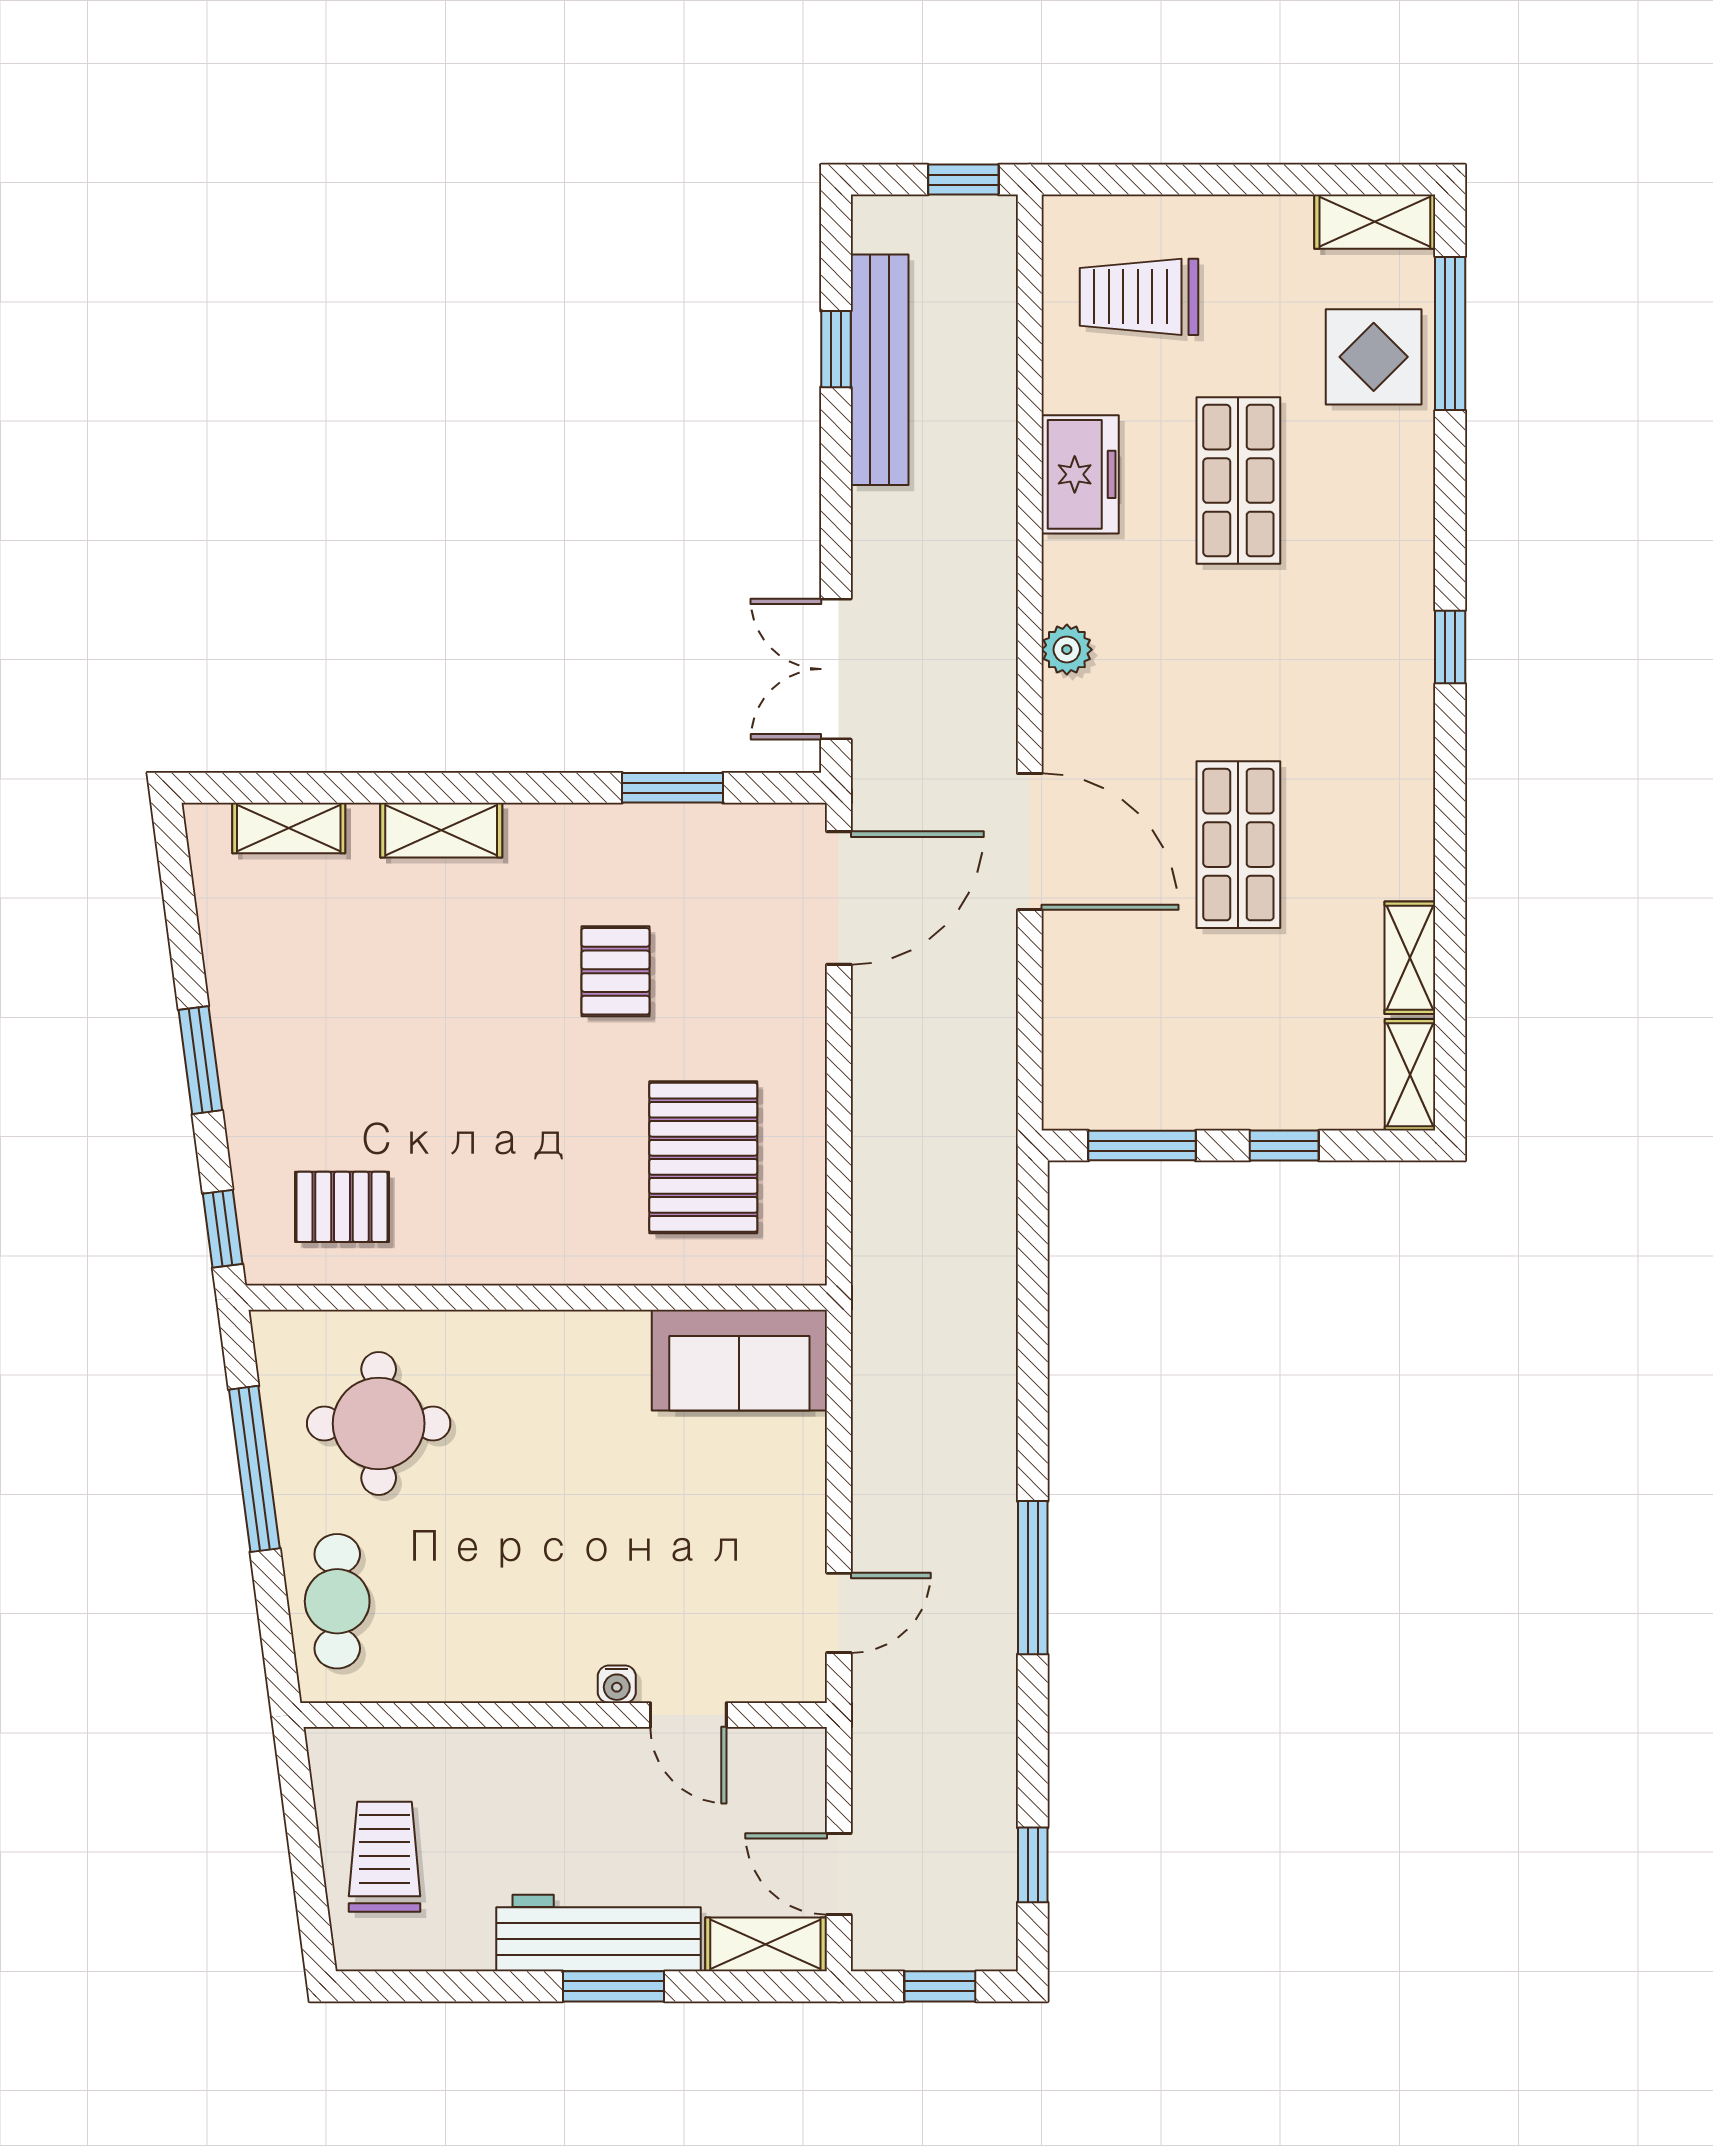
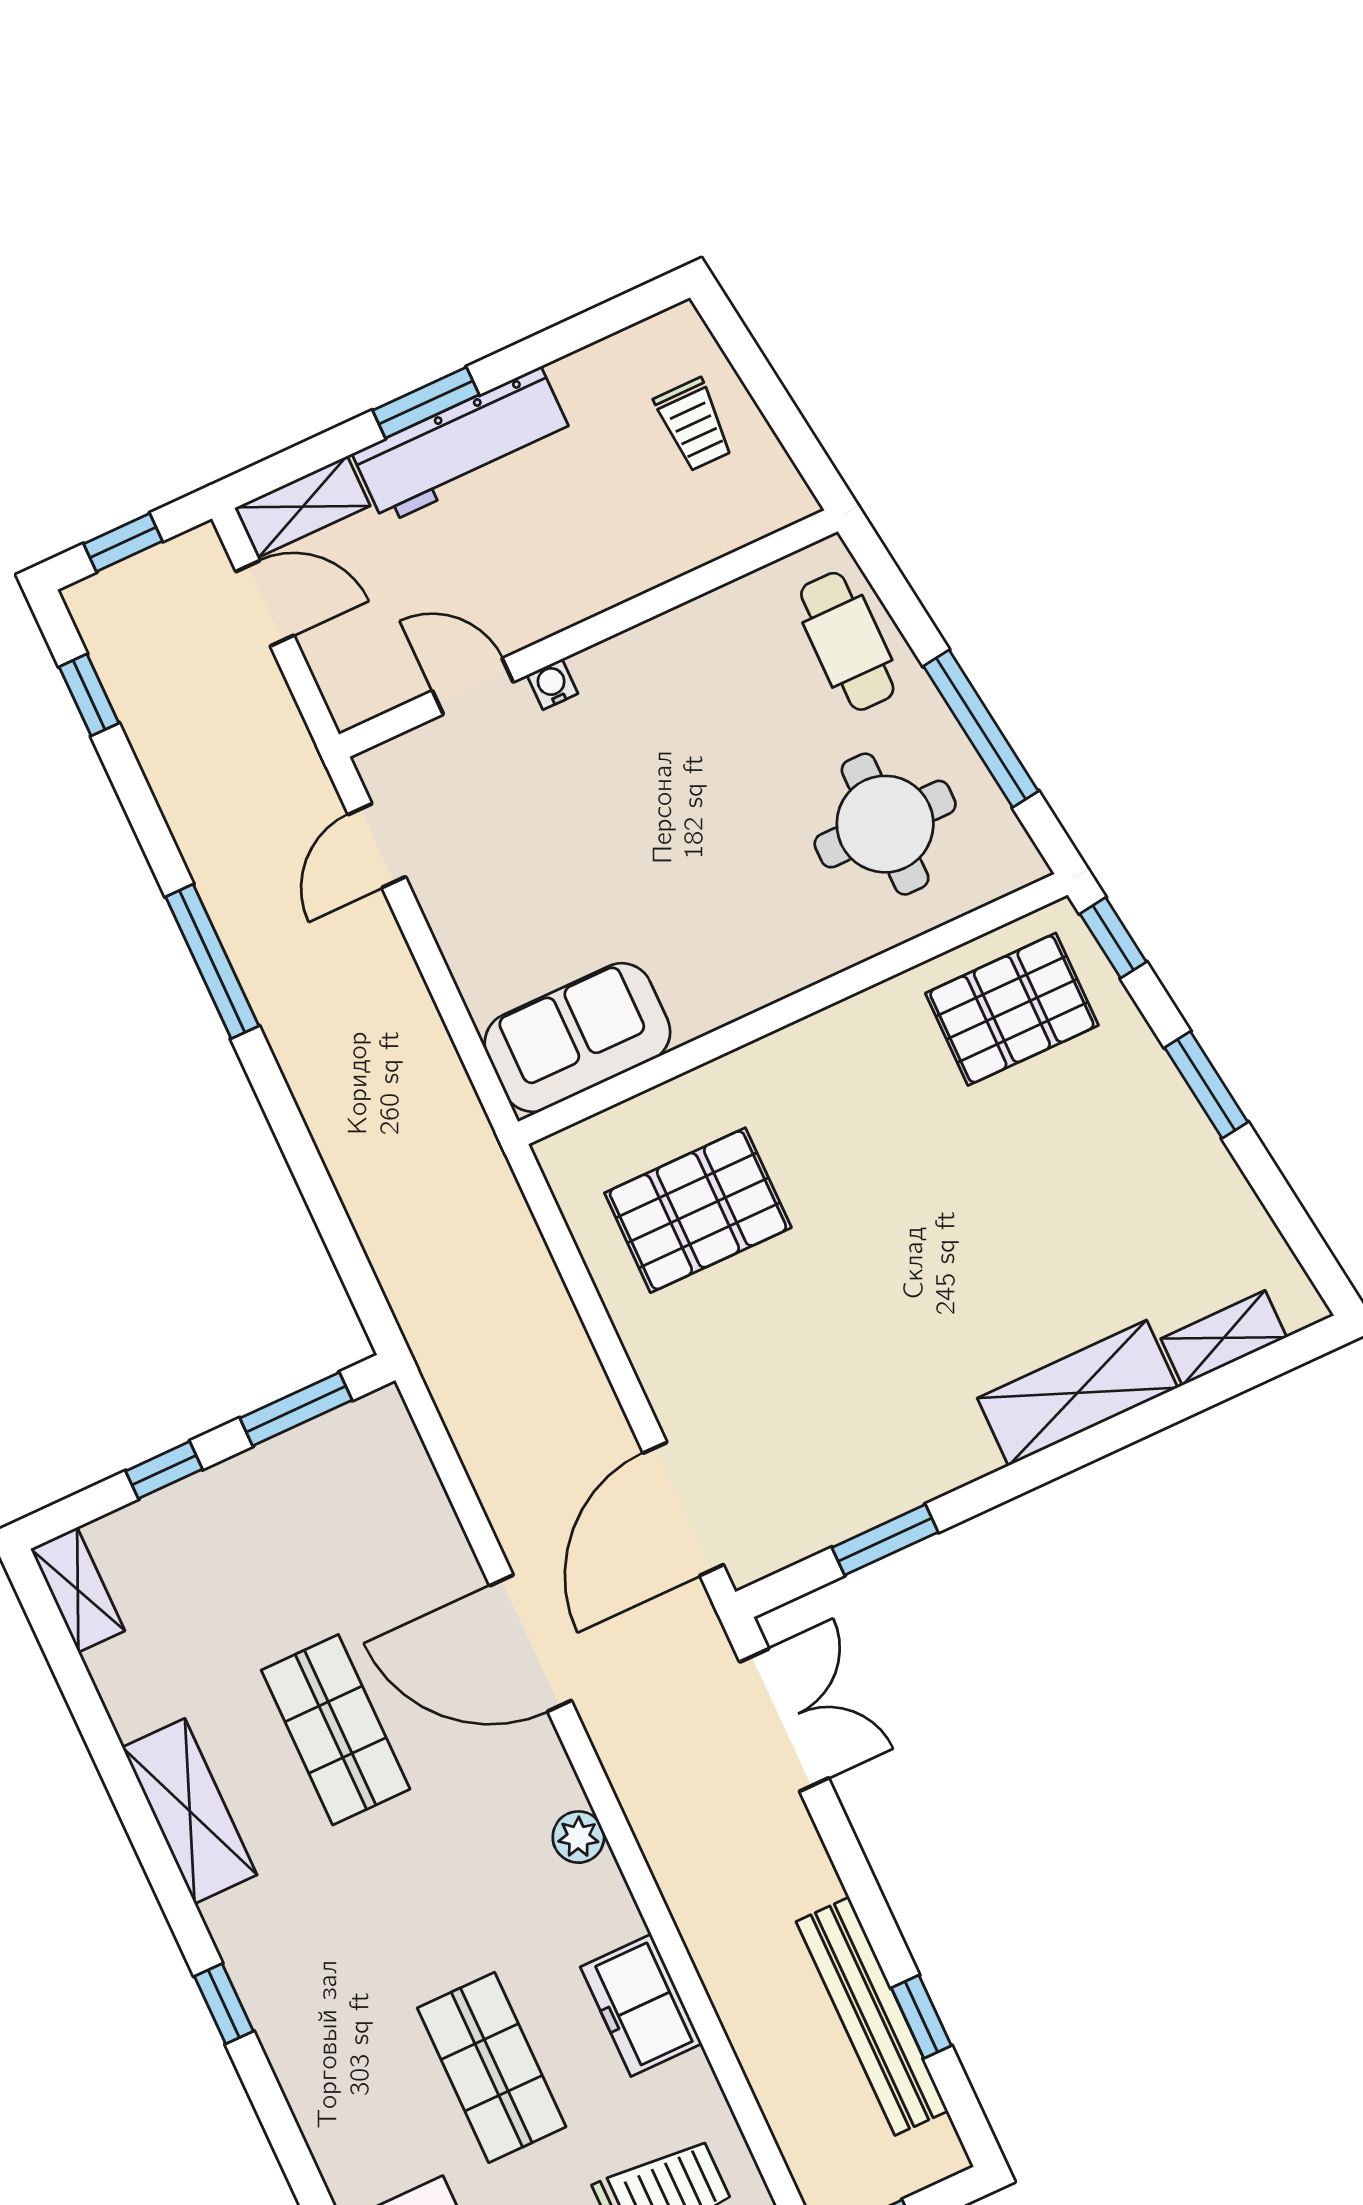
shelving: (441, 830) -> (1077, 1393), width x1.50, depth x1.33
shelving: (1410, 958) -> (190, 1811), moved, width x1.50, depth x1.33
pallet: (615, 971) -> (859, 1345), removed
pallet: (703, 1157) -> (698, 1210), turned 90
pallet: (342, 1207) -> (1012, 1009), width x1.50, depth x1.42
trolley: (385, 1857) -> (694, 425), width x0.73, depth x0.72

